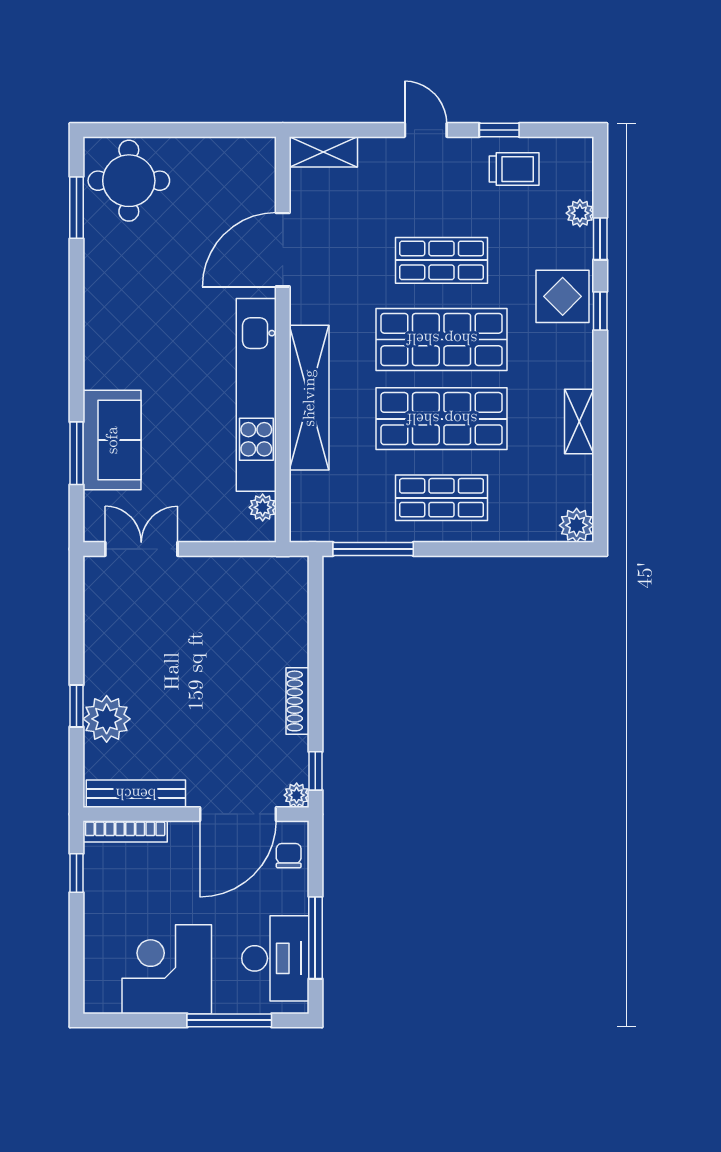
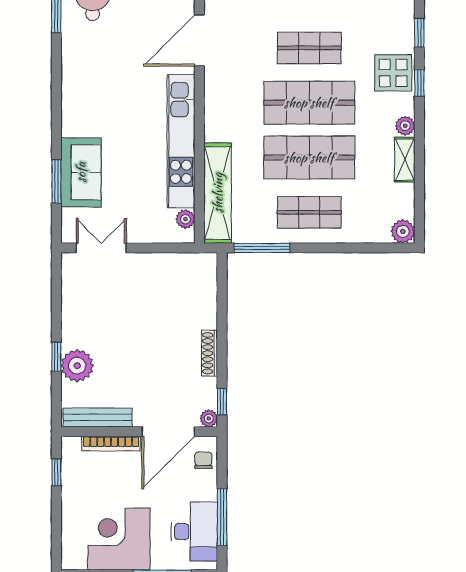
plant: (580, 213) -> (405, 126), moved
shelving: (309, 398) -> (218, 193), moved
bookcase: (125, 831) -> (111, 444), moved

